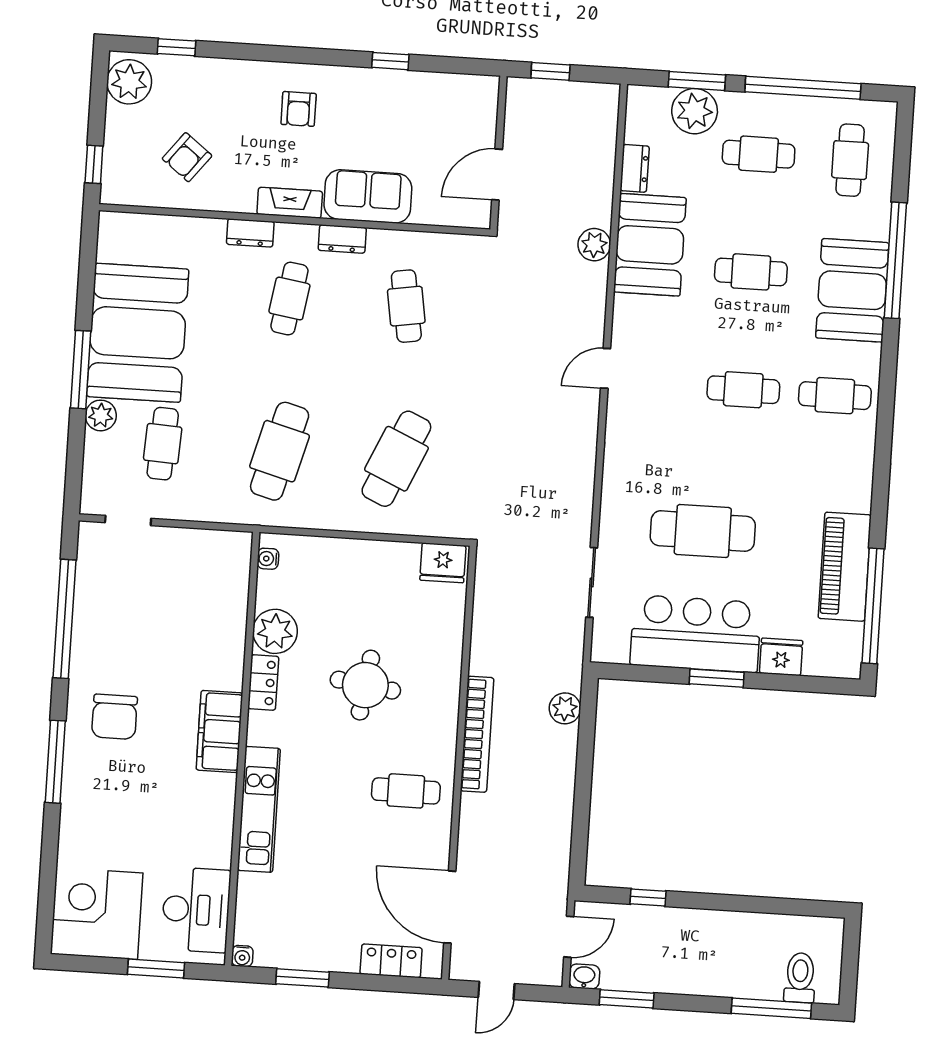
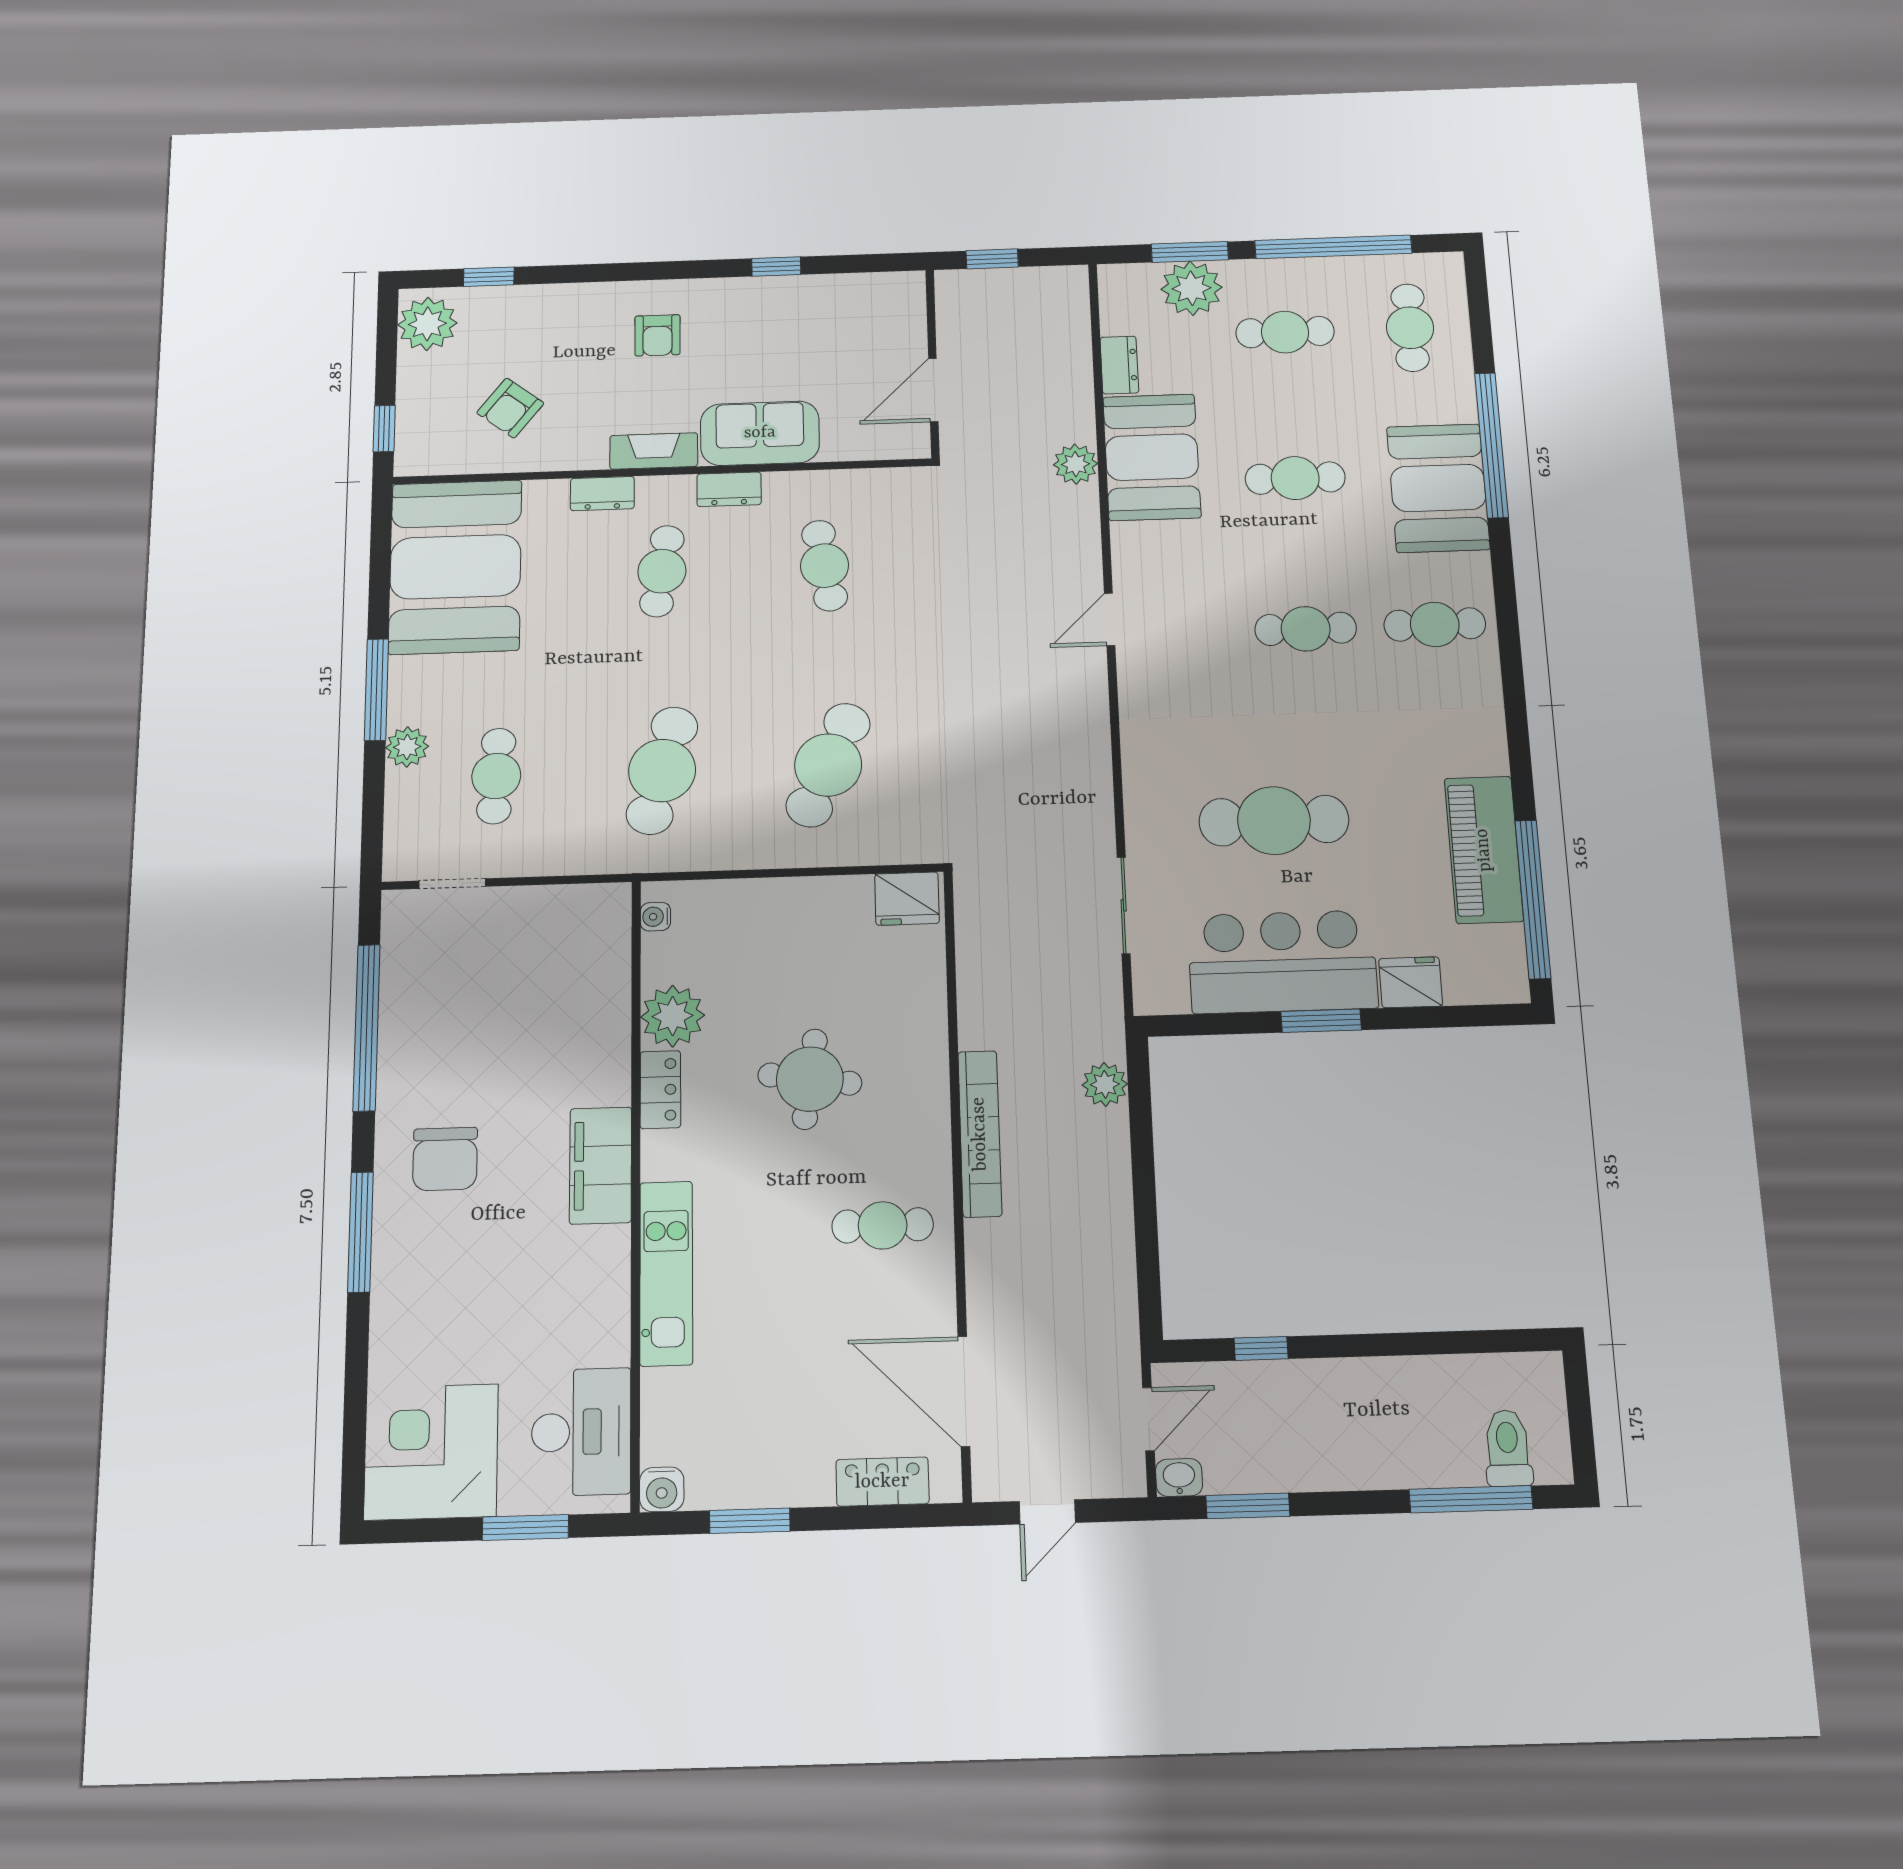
booth: (138, 333) -> (455, 567), moved
water cooler: (242, 956) -> (662, 1489), width x1.38, depth x1.38

